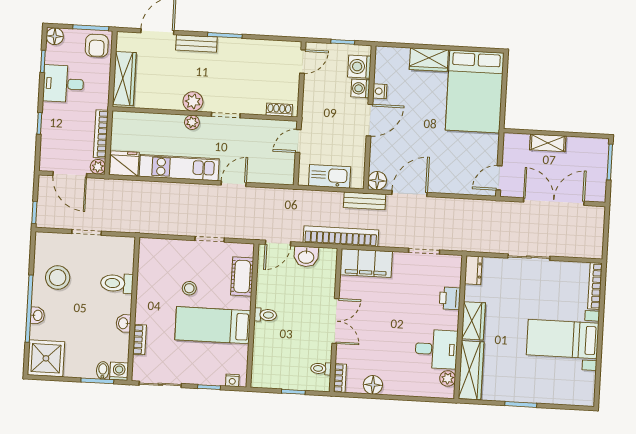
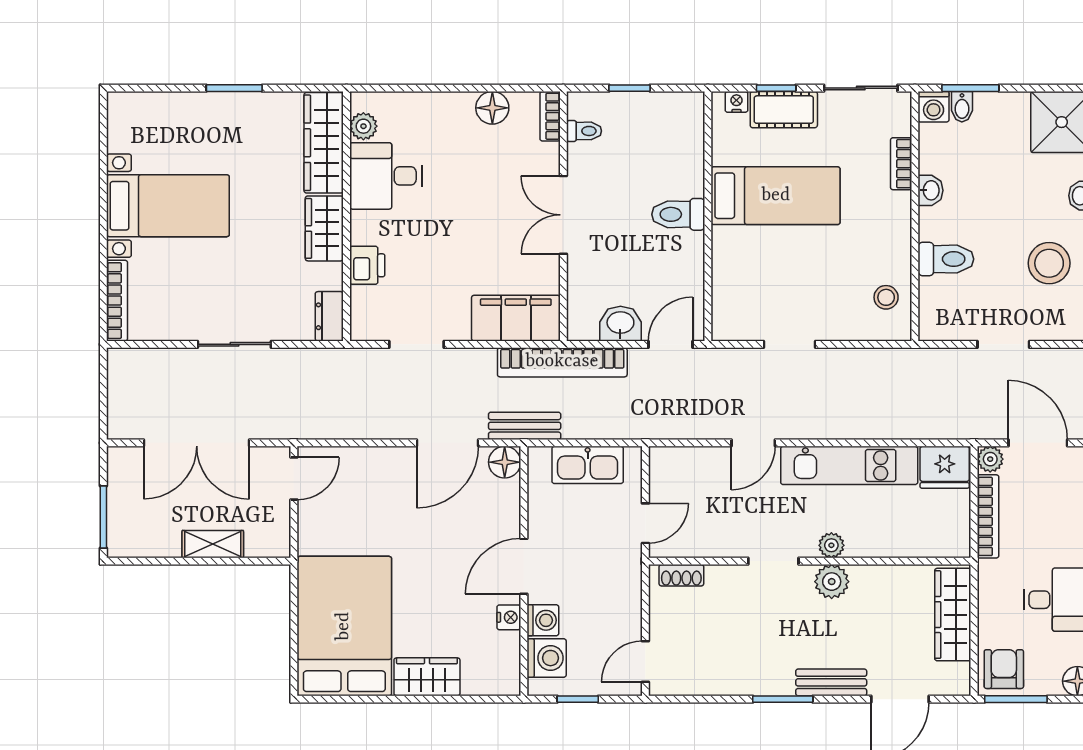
cot: (242, 276) -> (784, 110), moved, turned 90
stool: (189, 288) -> (886, 297), moved
toilet: (265, 315) -> (678, 214), width x1.37, depth x1.39

